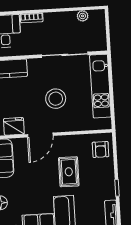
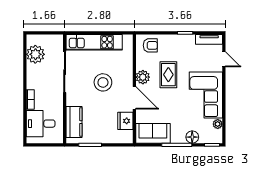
plant: (83, 16) -> (35, 54), width x1.88, depth x1.88
plant: (64, 143) -> (143, 77), added
rug: (69, 172) -> (168, 75), turned 90

